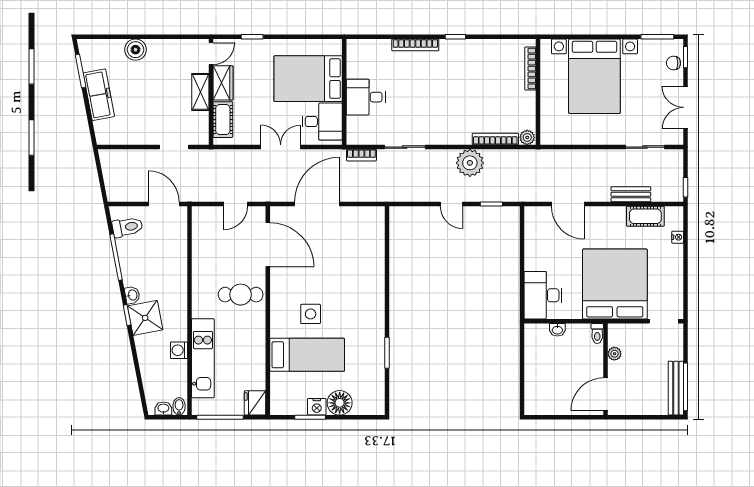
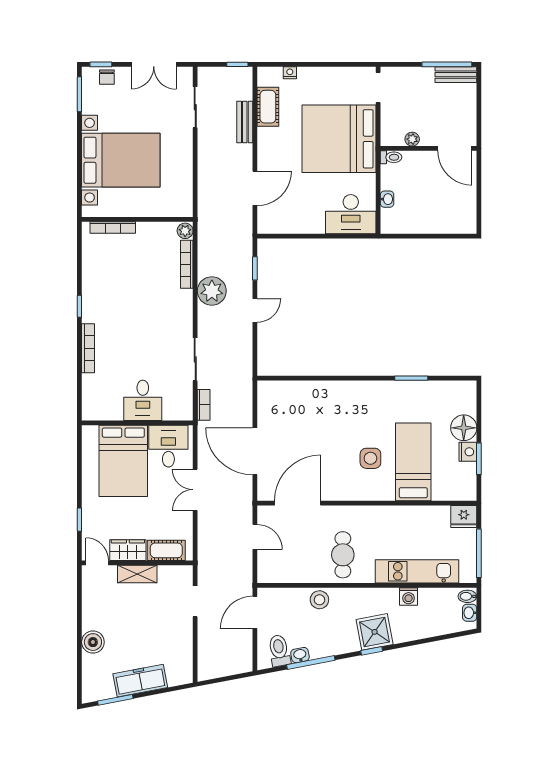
stool: (176, 265) -> (319, 600), added
washbasin: (132, 295) -> (300, 655), moved
cafe table: (241, 295) -> (343, 555), moved
bench: (676, 388) -> (456, 75), width x0.73

